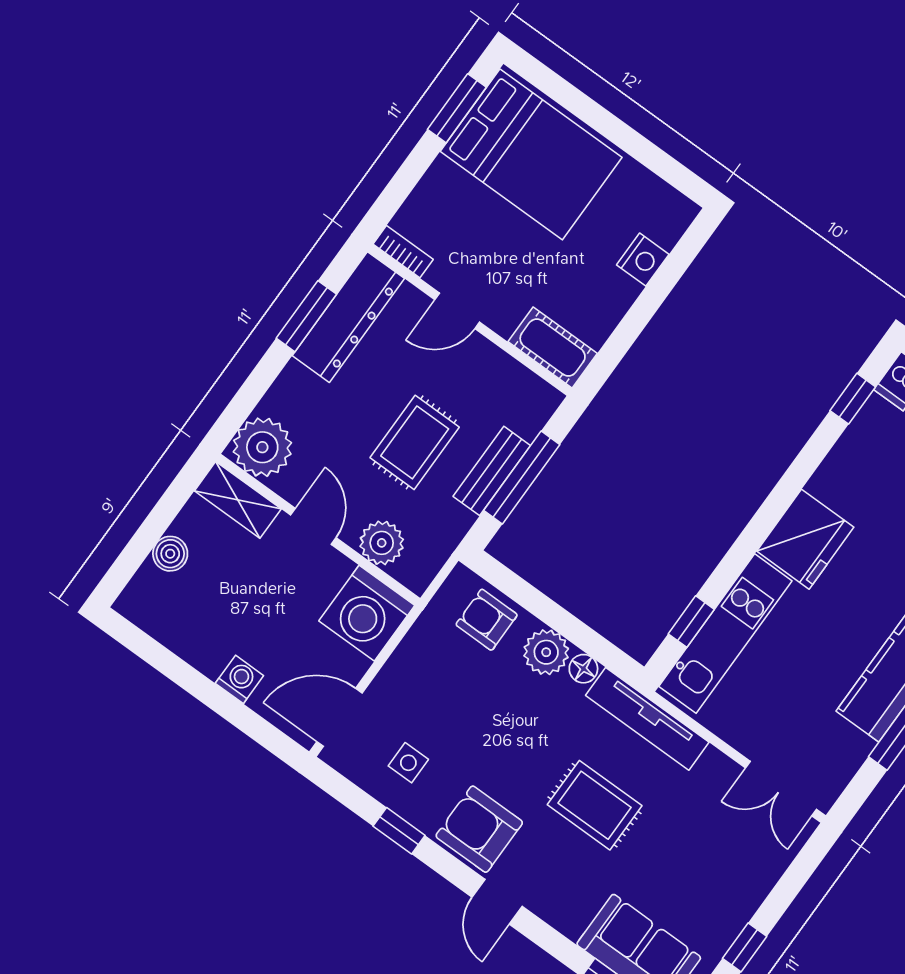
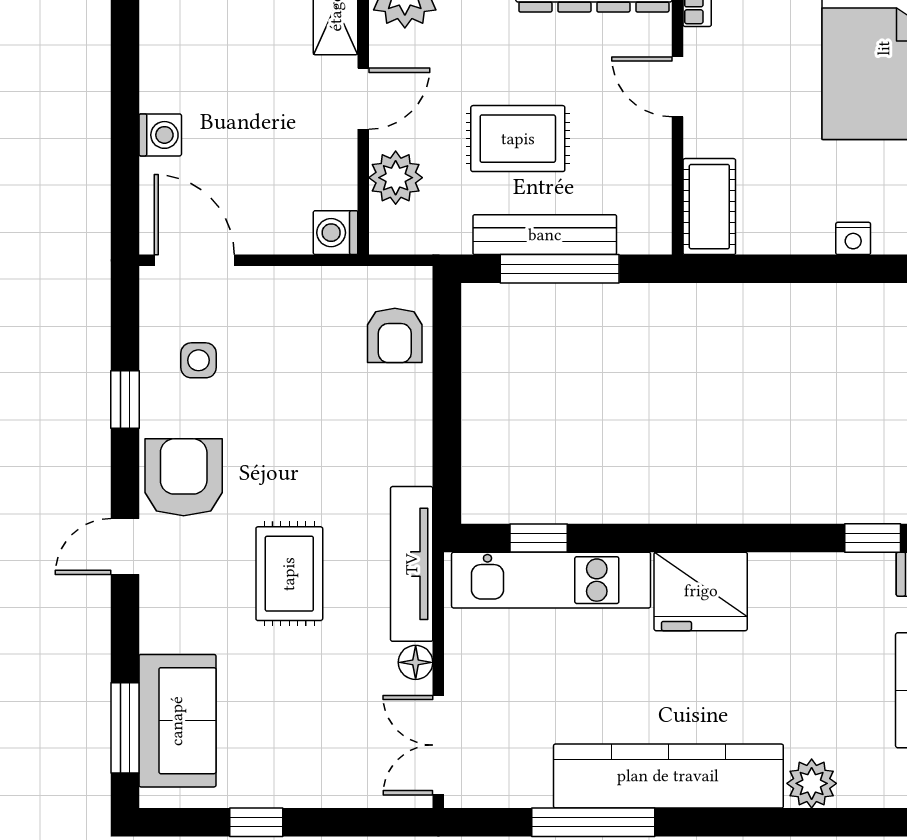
nightstand: (643, 260) -> (853, 238), width x0.72, depth x0.74
bench: (492, 471) -> (545, 235), width x1.36
washing machine: (367, 613) -> (336, 233), width x0.53, depth x0.53
armchair: (487, 620) -> (395, 335), turned 180
plant: (546, 652) -> (405, 417), removed
floor lamp: (583, 669) -> (416, 662), moved

